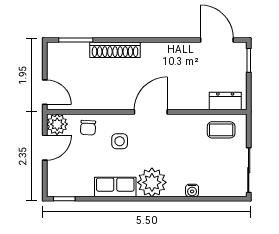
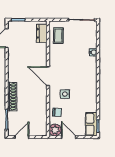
door: (45, 92) -> (22, 137), moved
plant: (152, 182) -> (89, 75), removed
row of seats: (115, 187) -> (91, 124), moved

